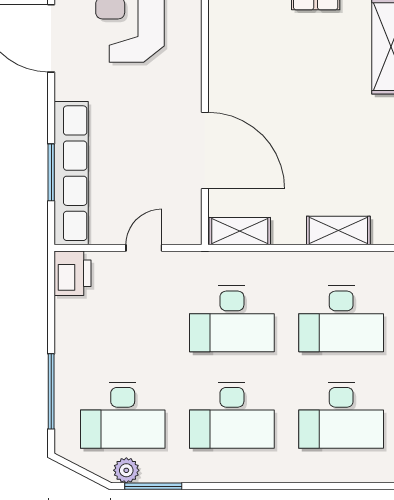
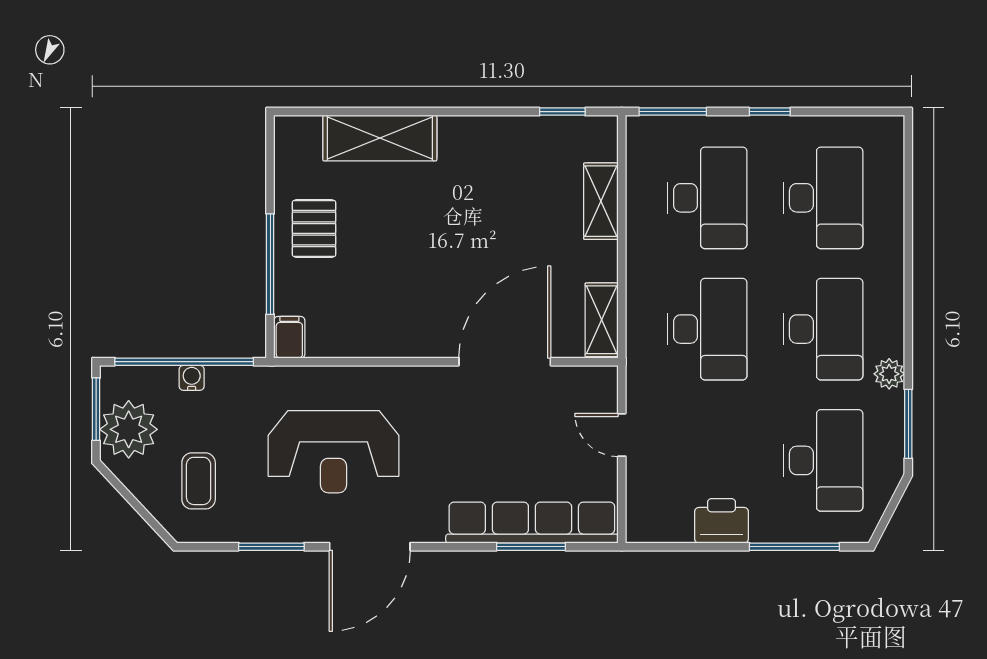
printer: (73, 273) -> (721, 521), moved
plant: (126, 470) -> (889, 374), moved

